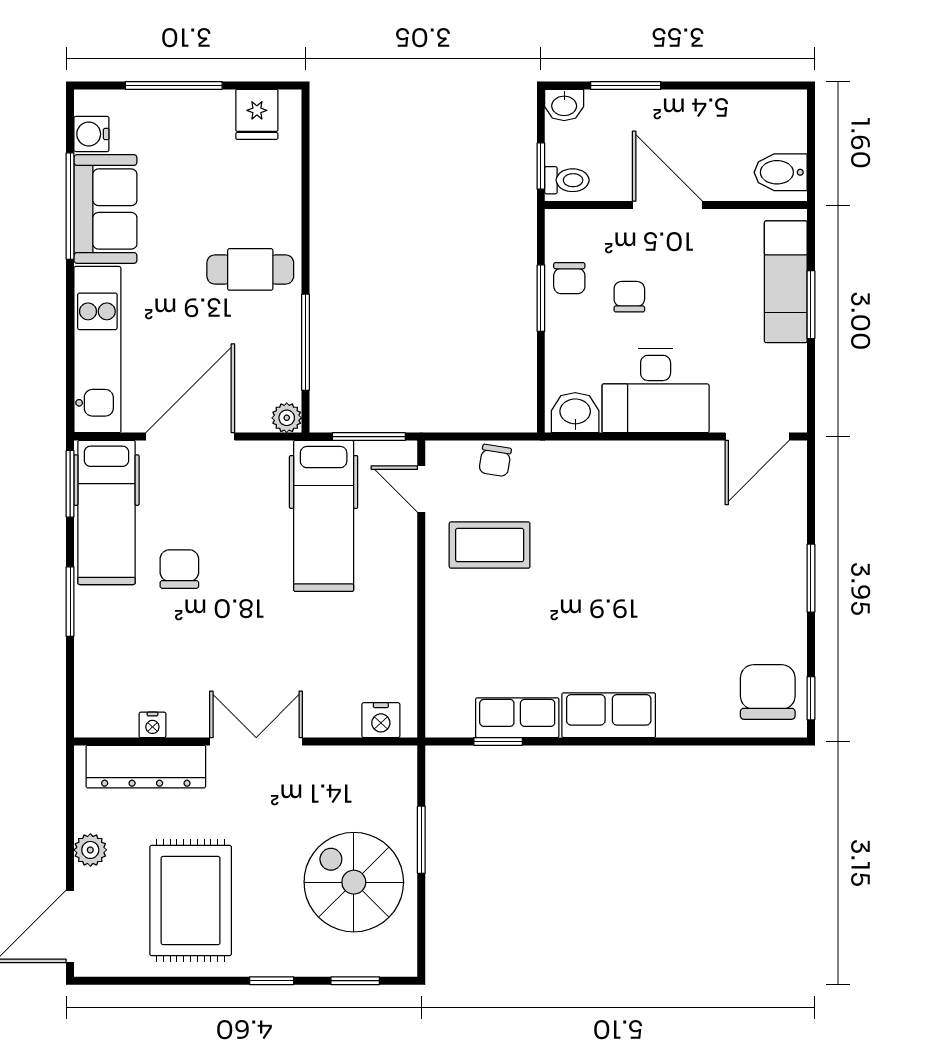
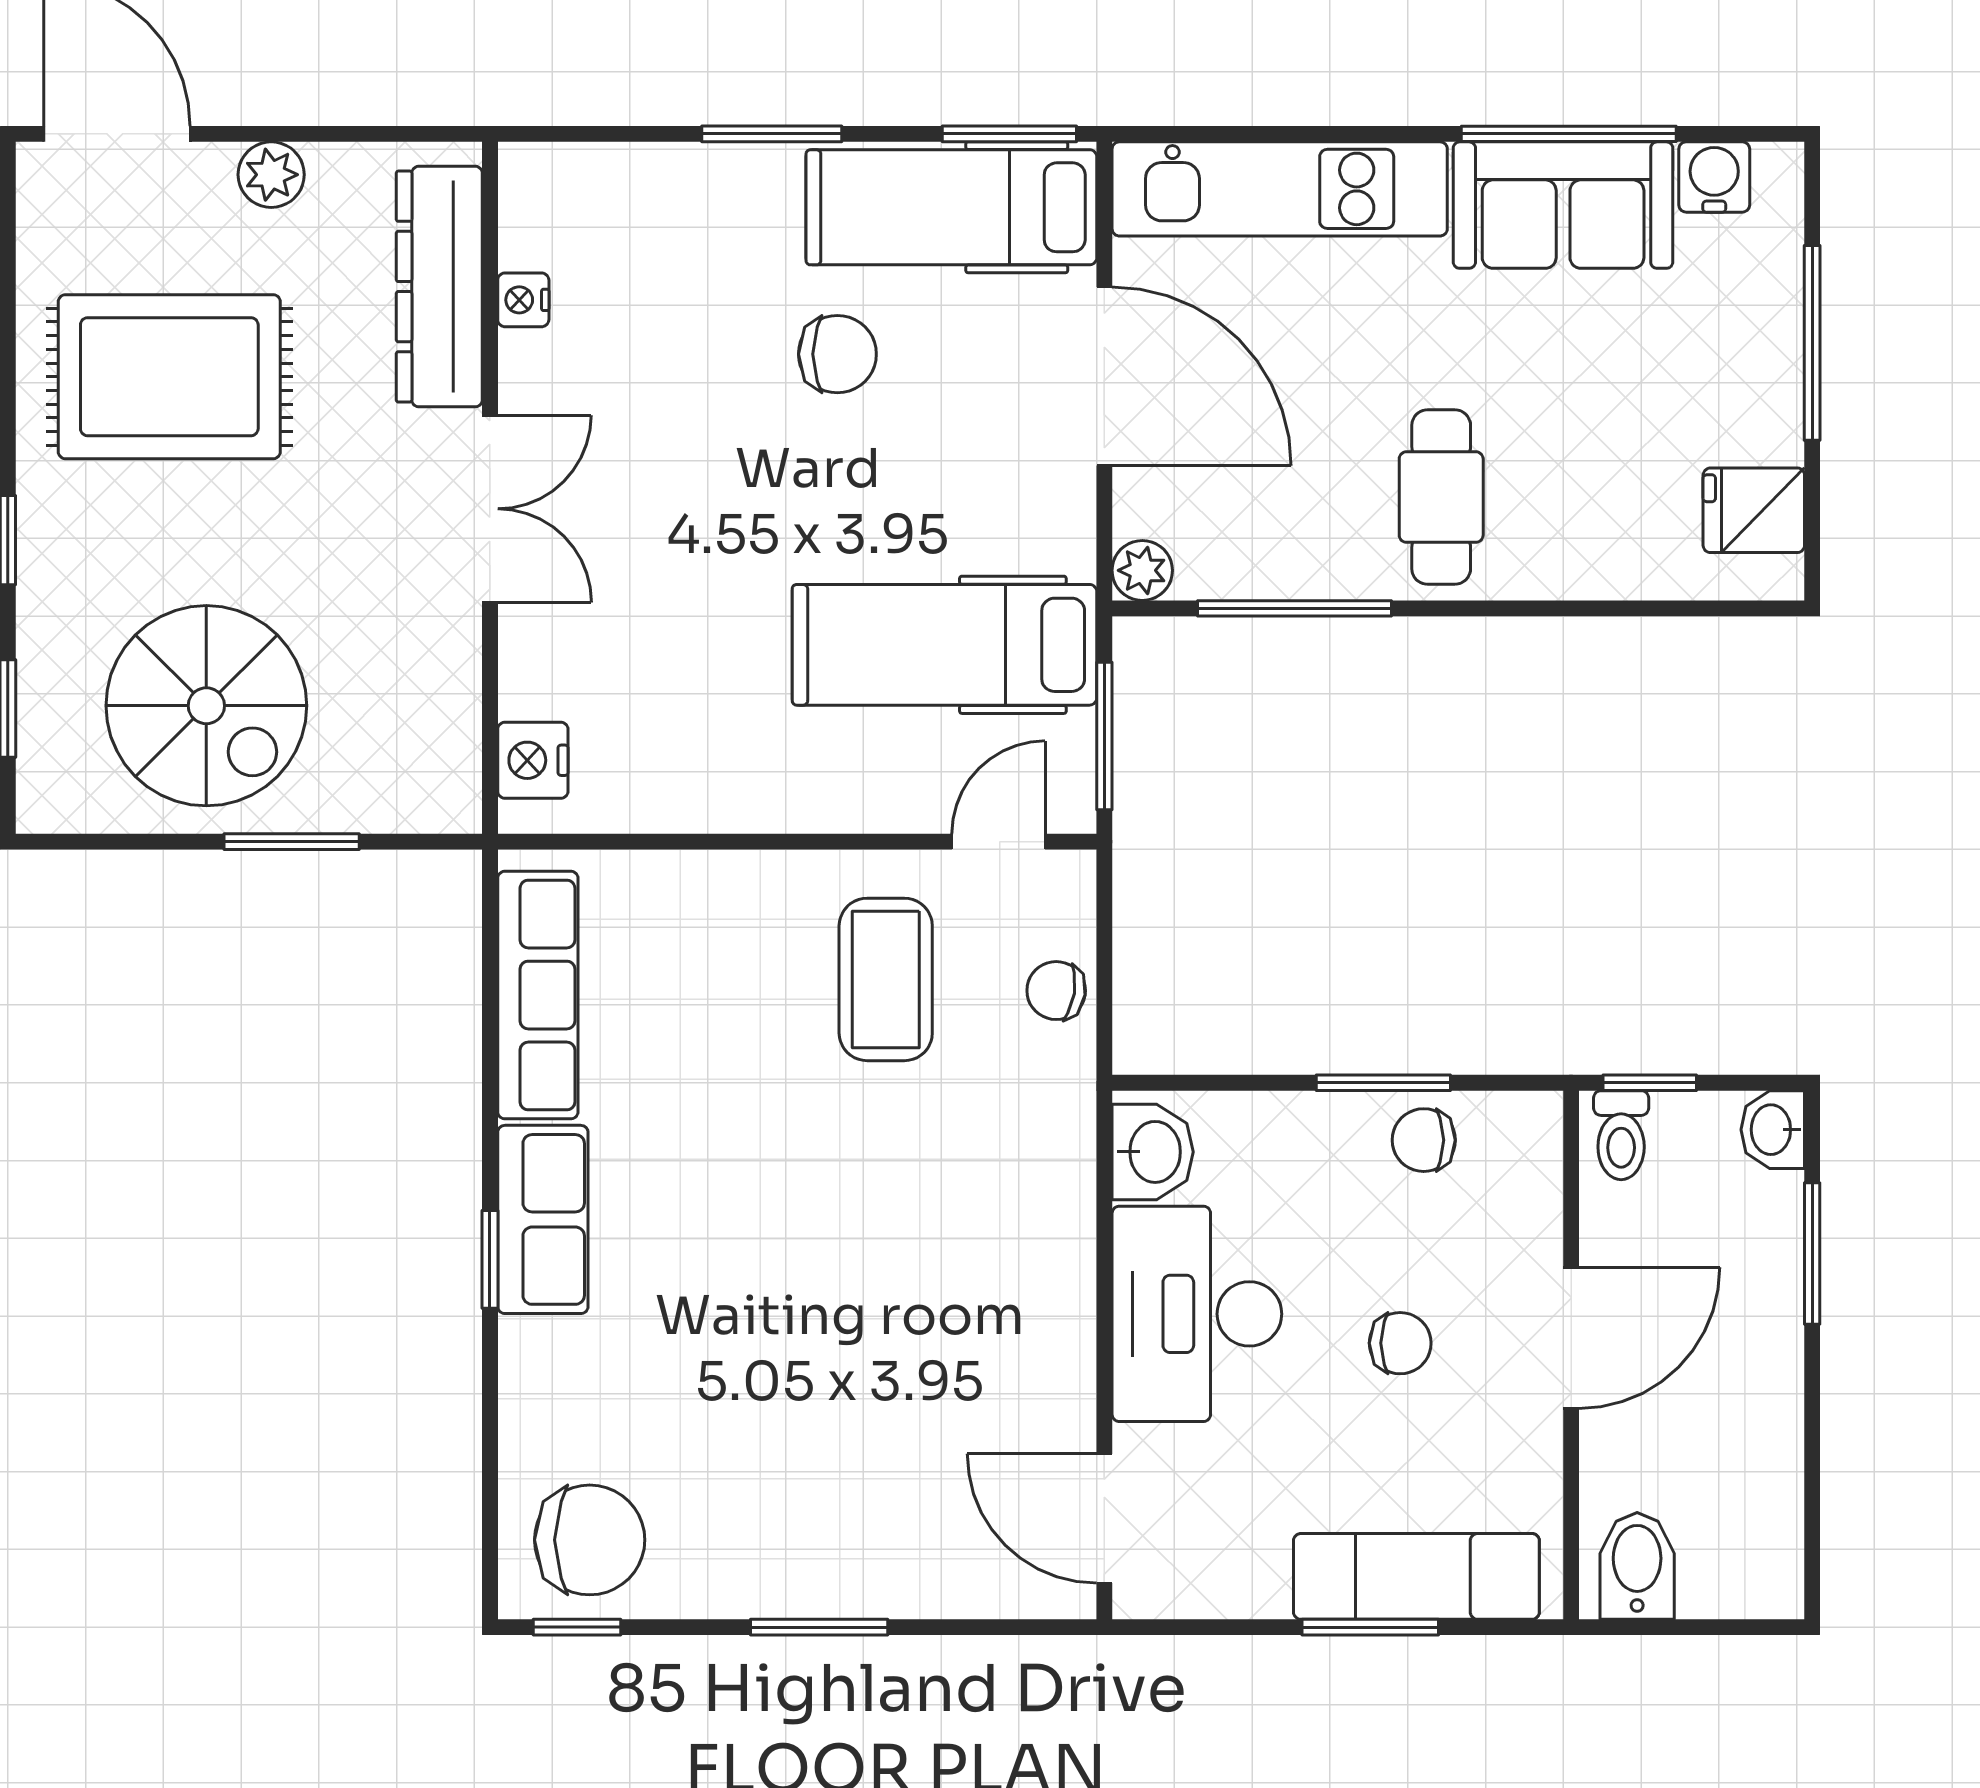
chair: (629, 297) -> (1400, 1343), moved
row of seats: (517, 718) -> (538, 995), width x1.48
window: (498, 741) -> (490, 1259), moved
spiral stairs: (354, 882) -> (206, 706), turned 90

